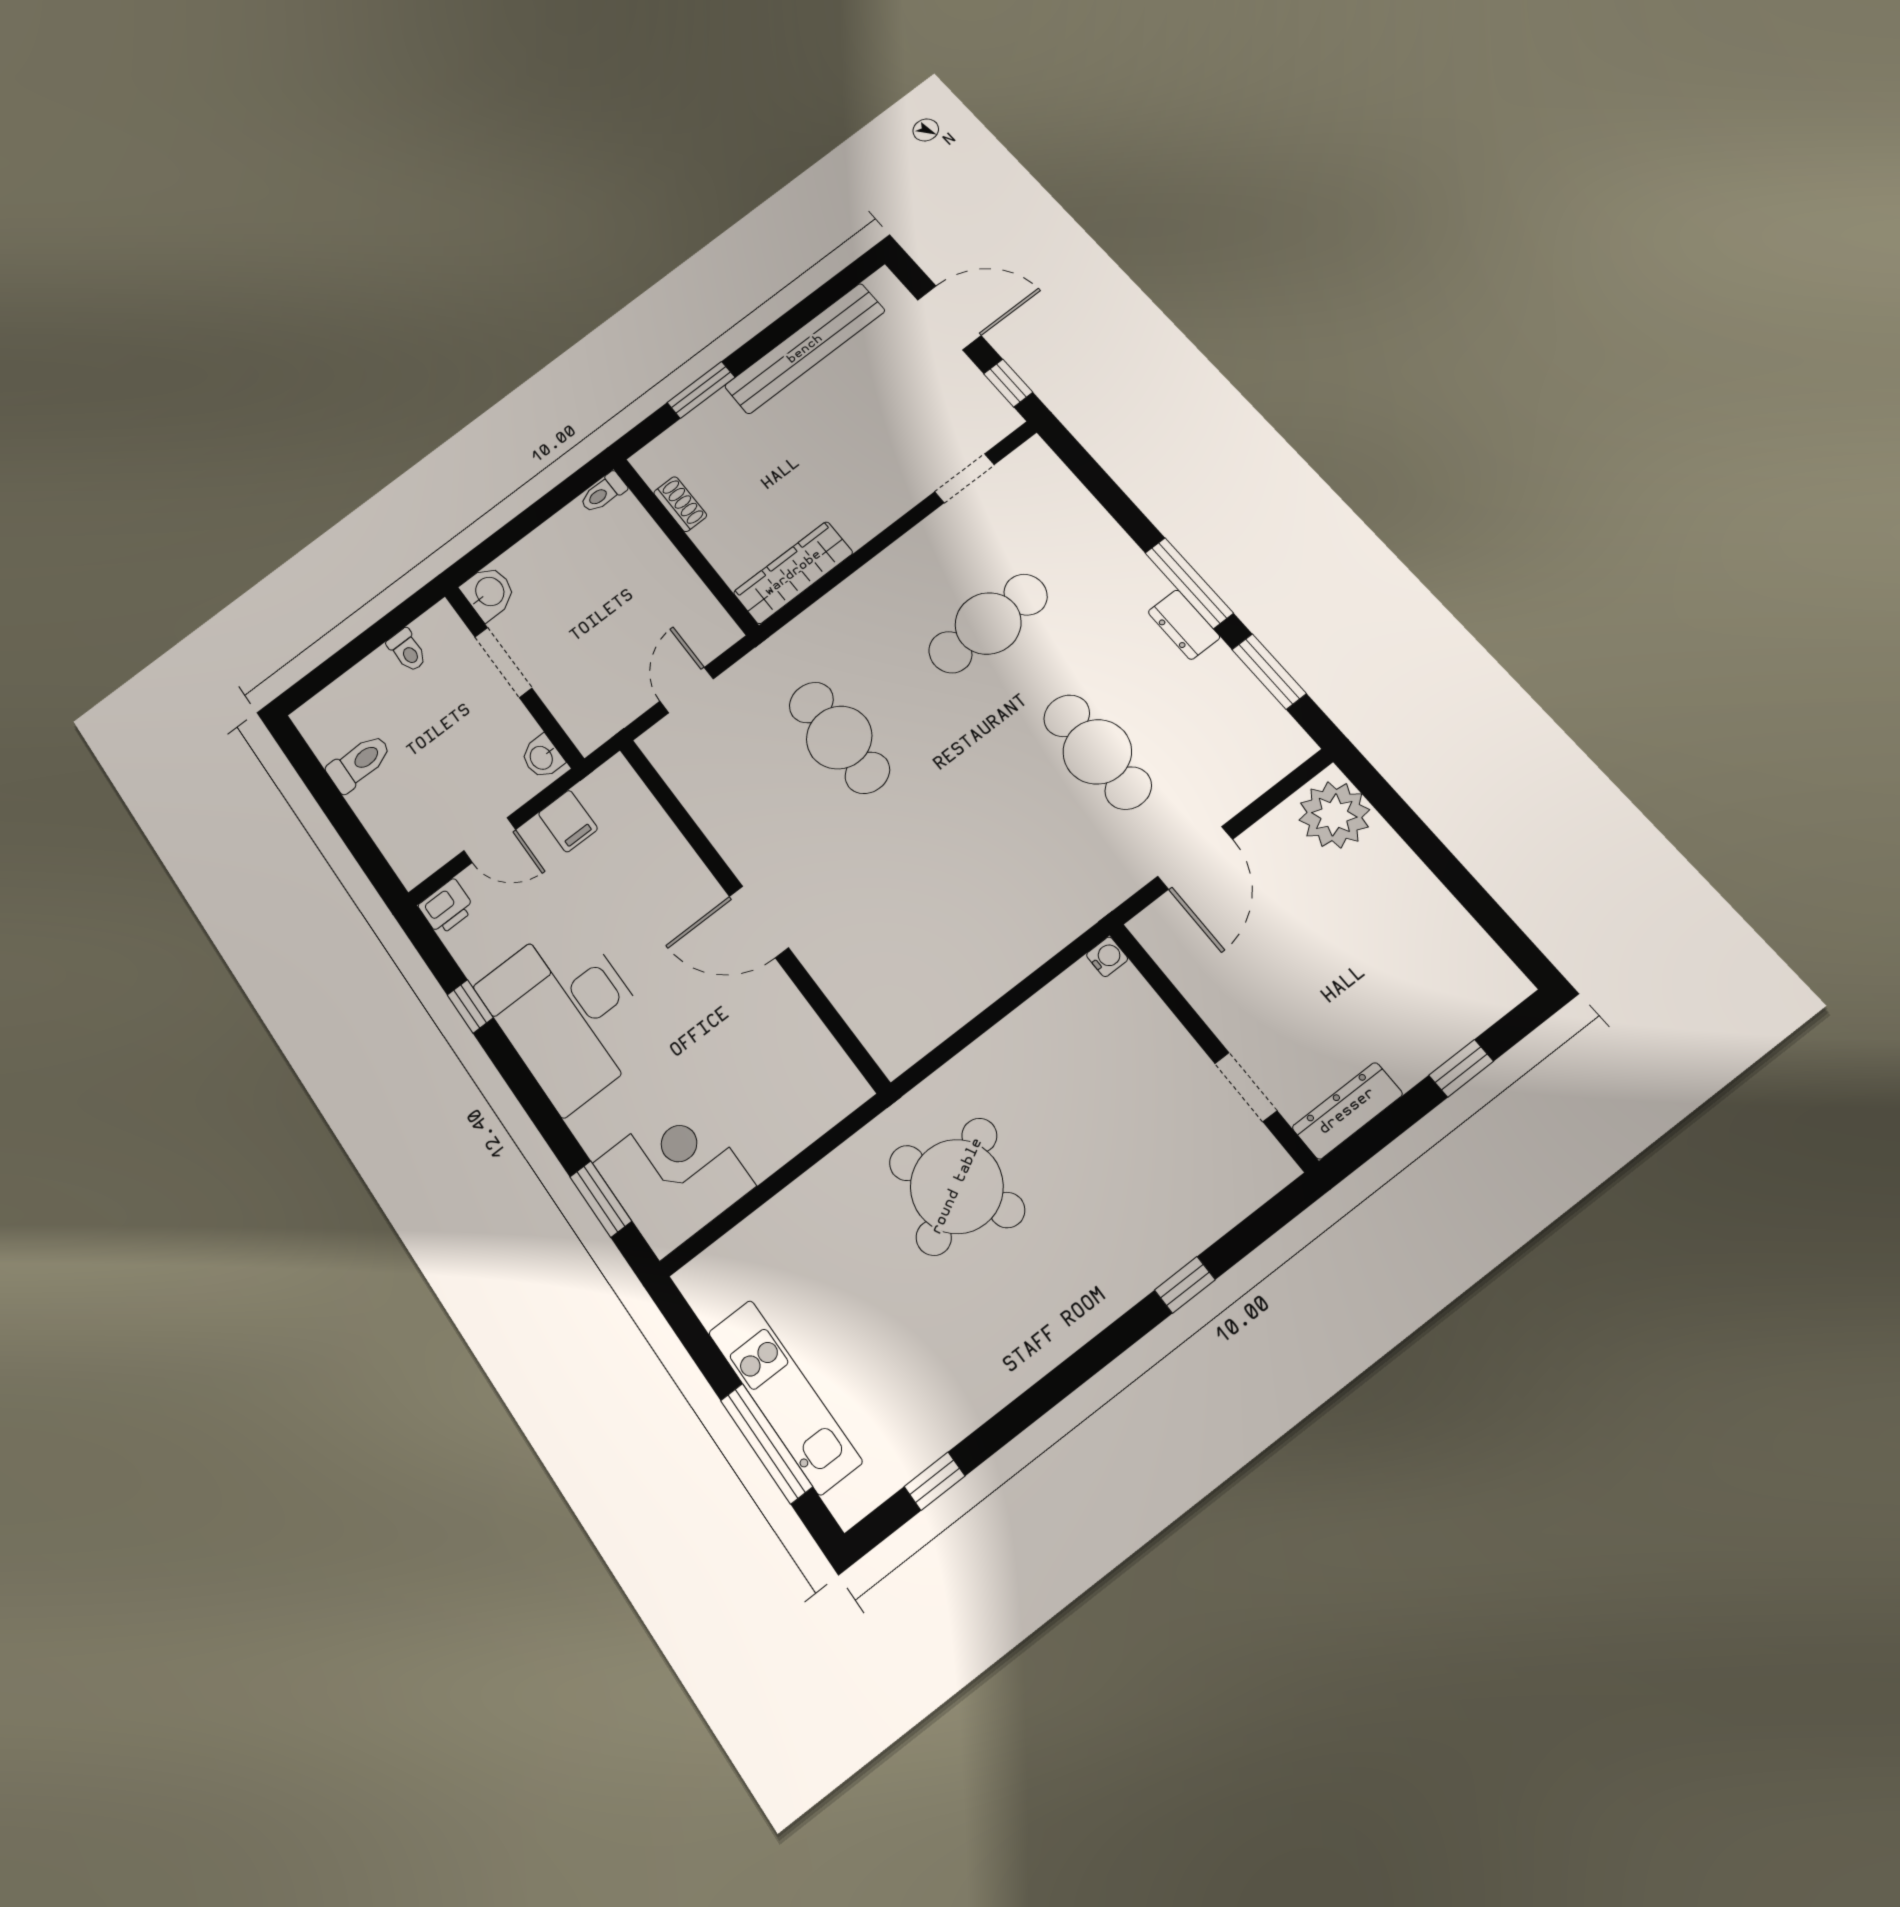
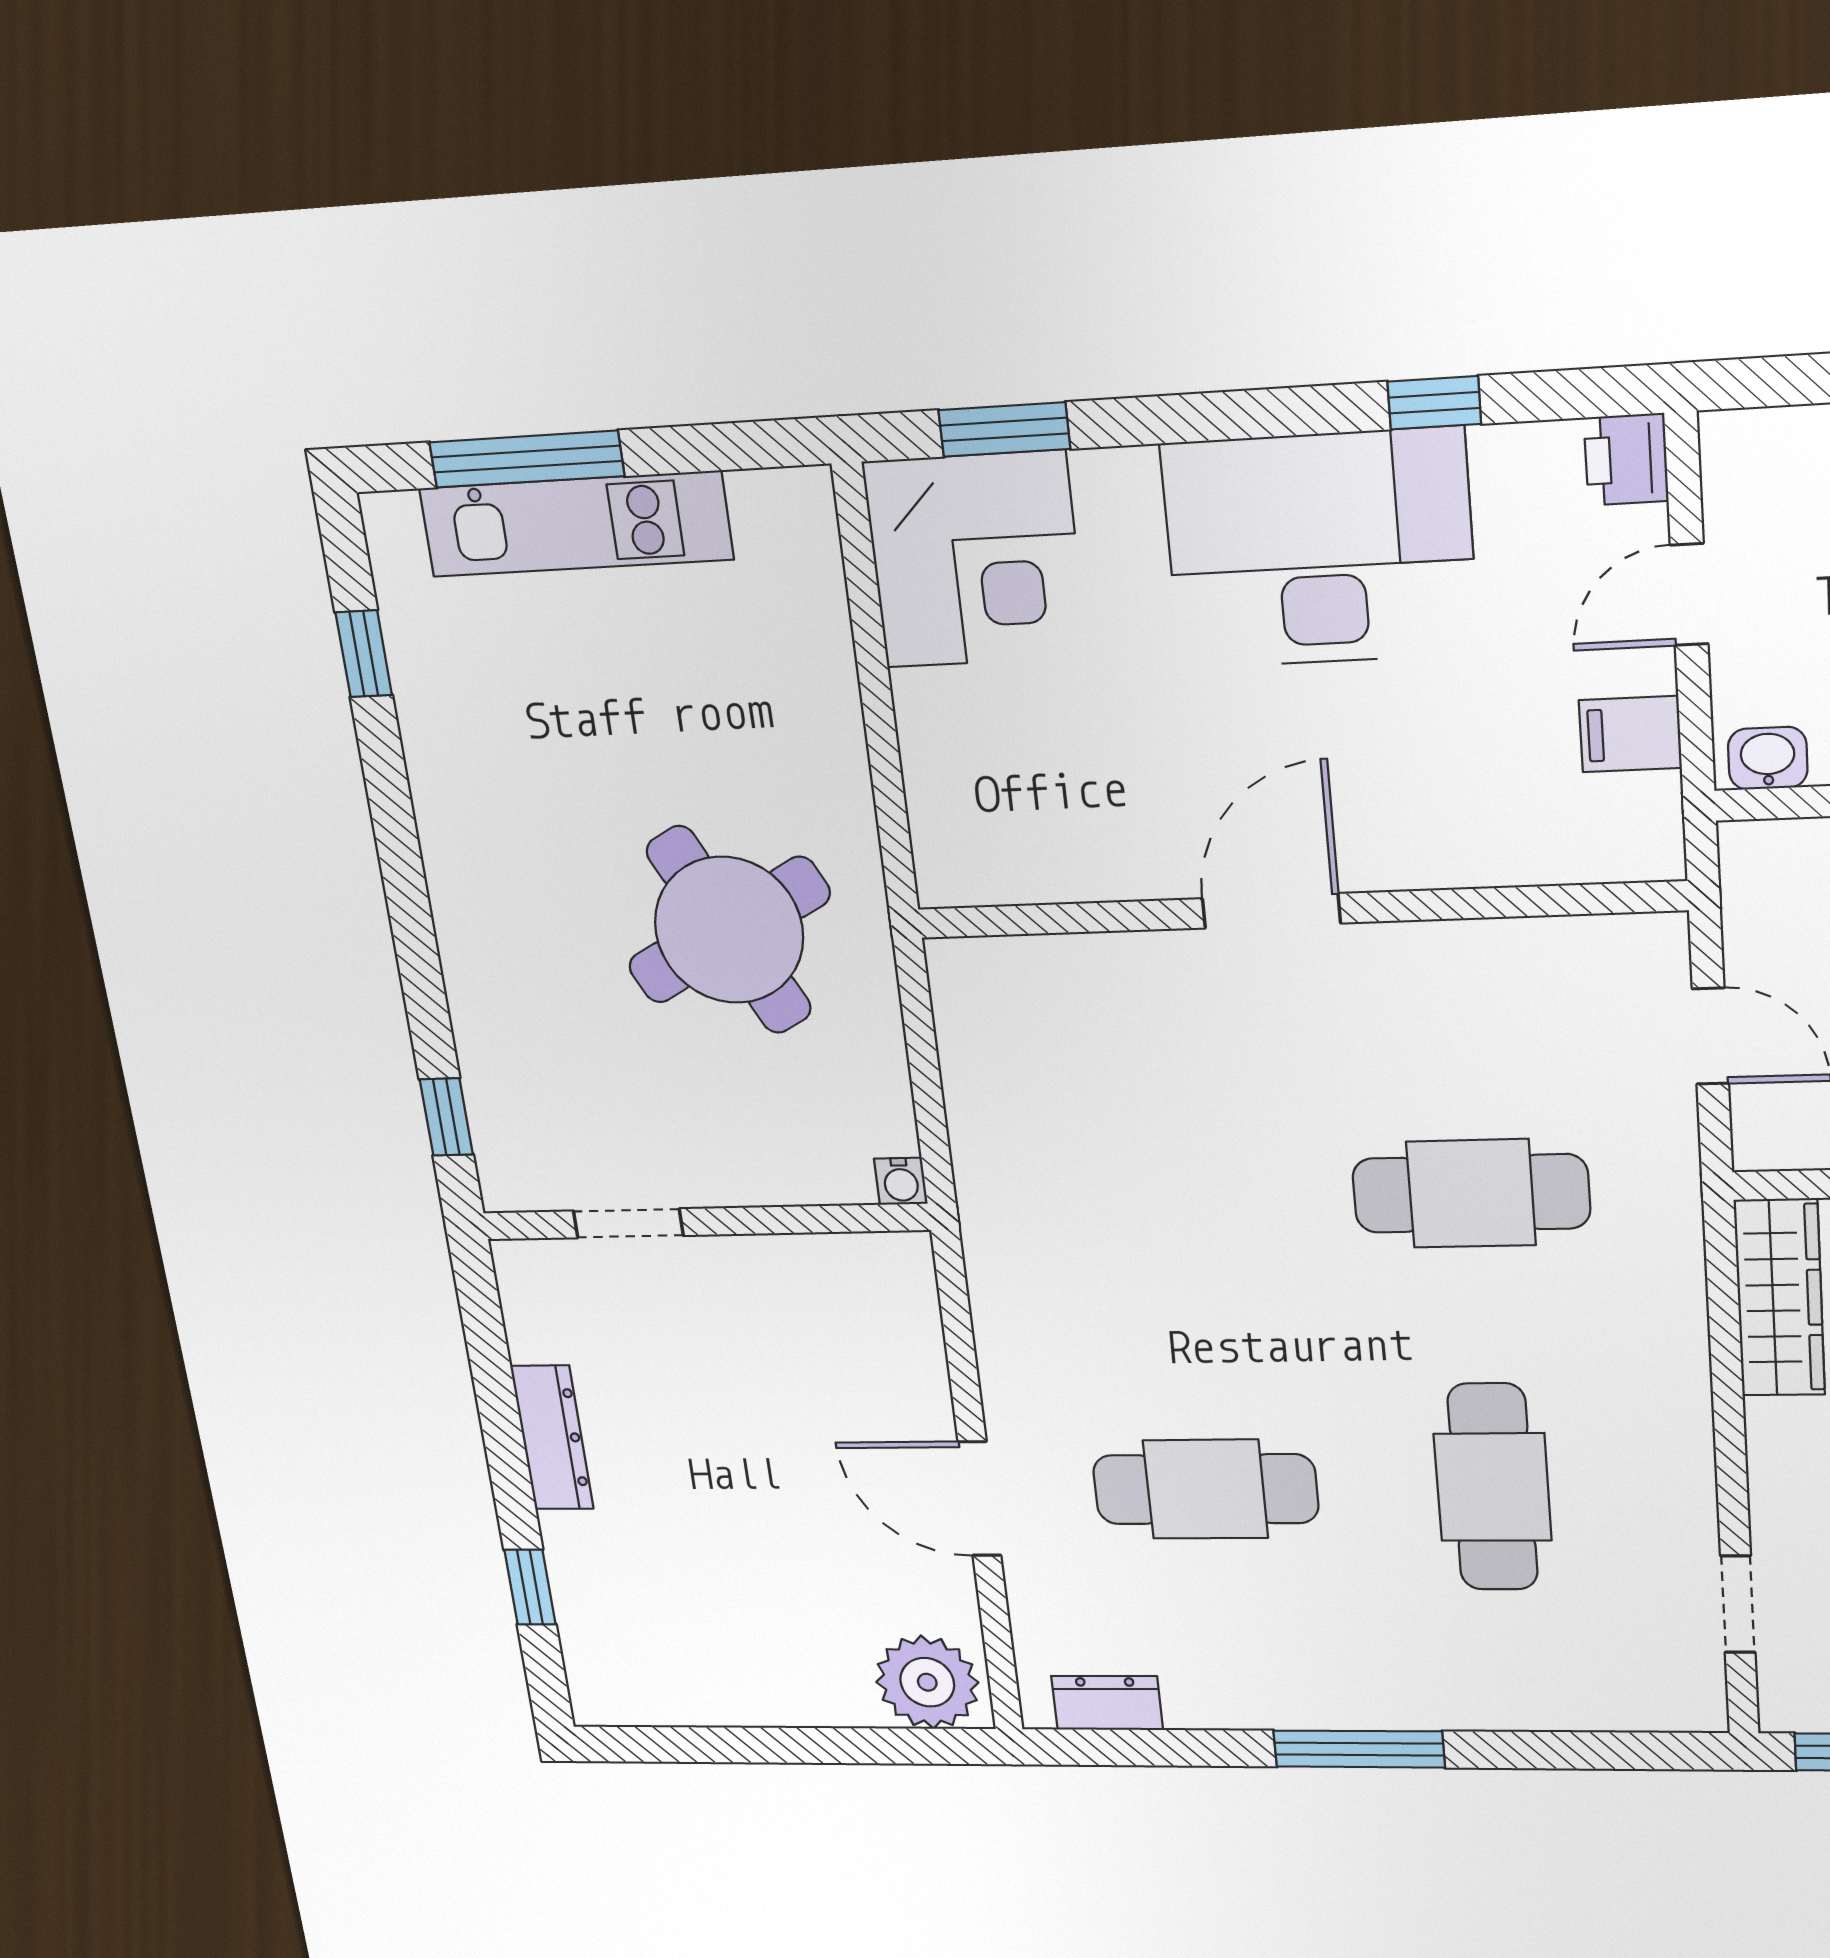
dresser: (1184, 625) -> (1107, 1703), moved
window: (1269, 671) -> (1167, 1748), removed
water cooler: (1107, 957) -> (901, 1181), moved
wall: (1212, 1046) -> (705, 1222), moved
doorway: (1246, 1087) -> (628, 1223), moved

